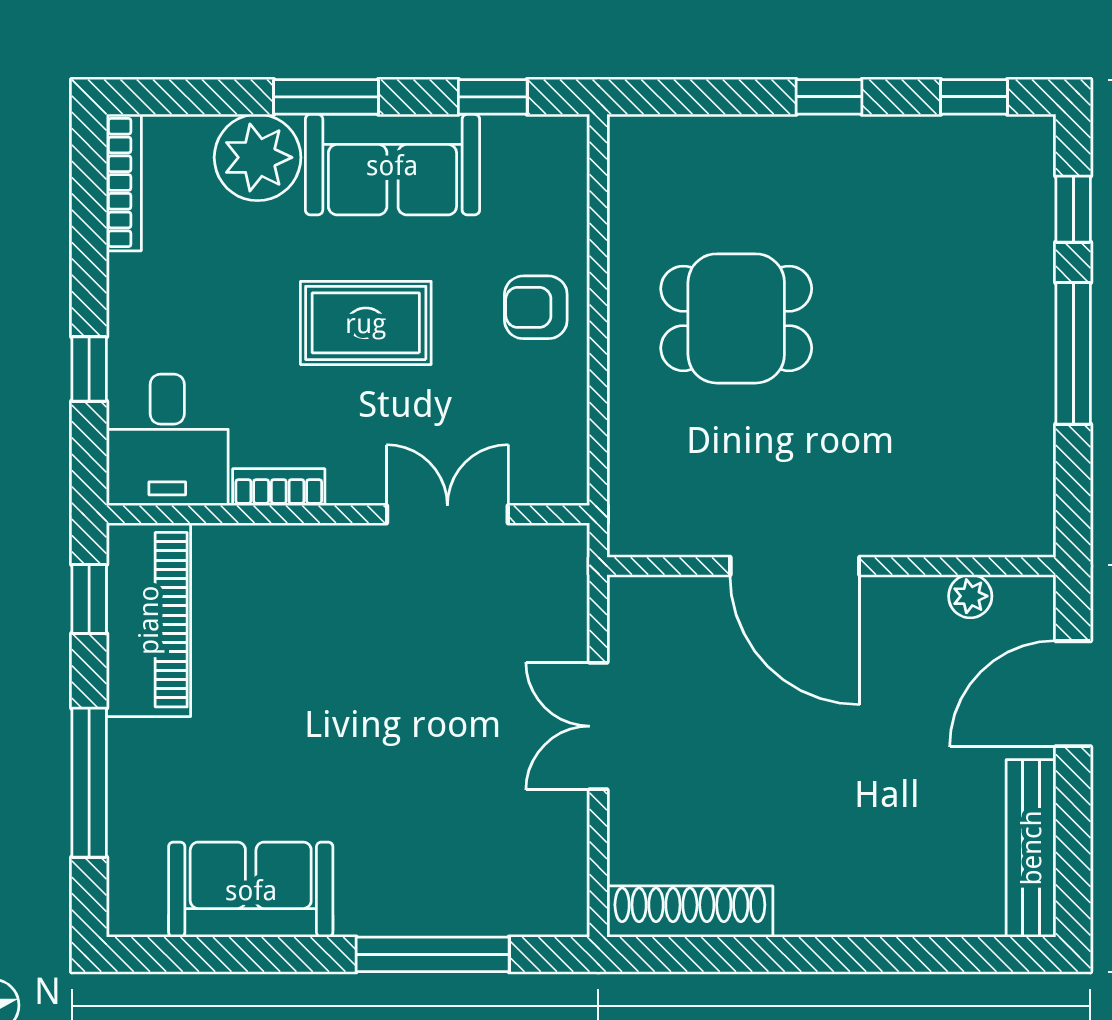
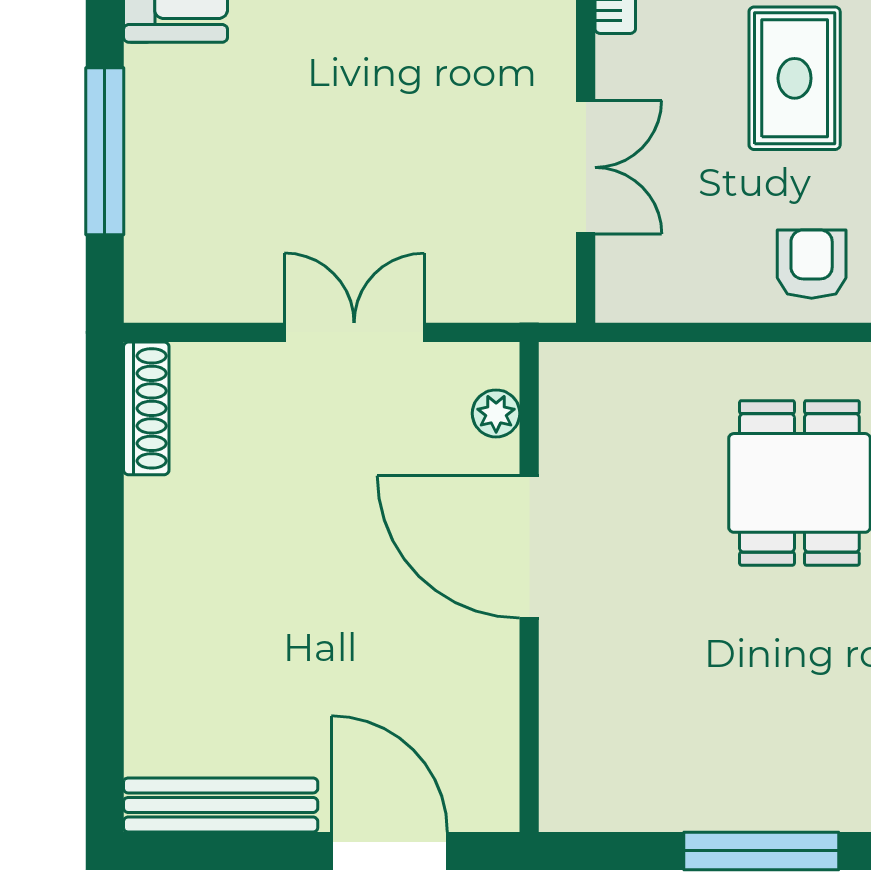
door: (795, 566) -> (529, 547), hinge flipped
plant: (970, 596) -> (496, 413), moved
shoe rack: (690, 911) -> (146, 408), width x0.74, depth x0.81

